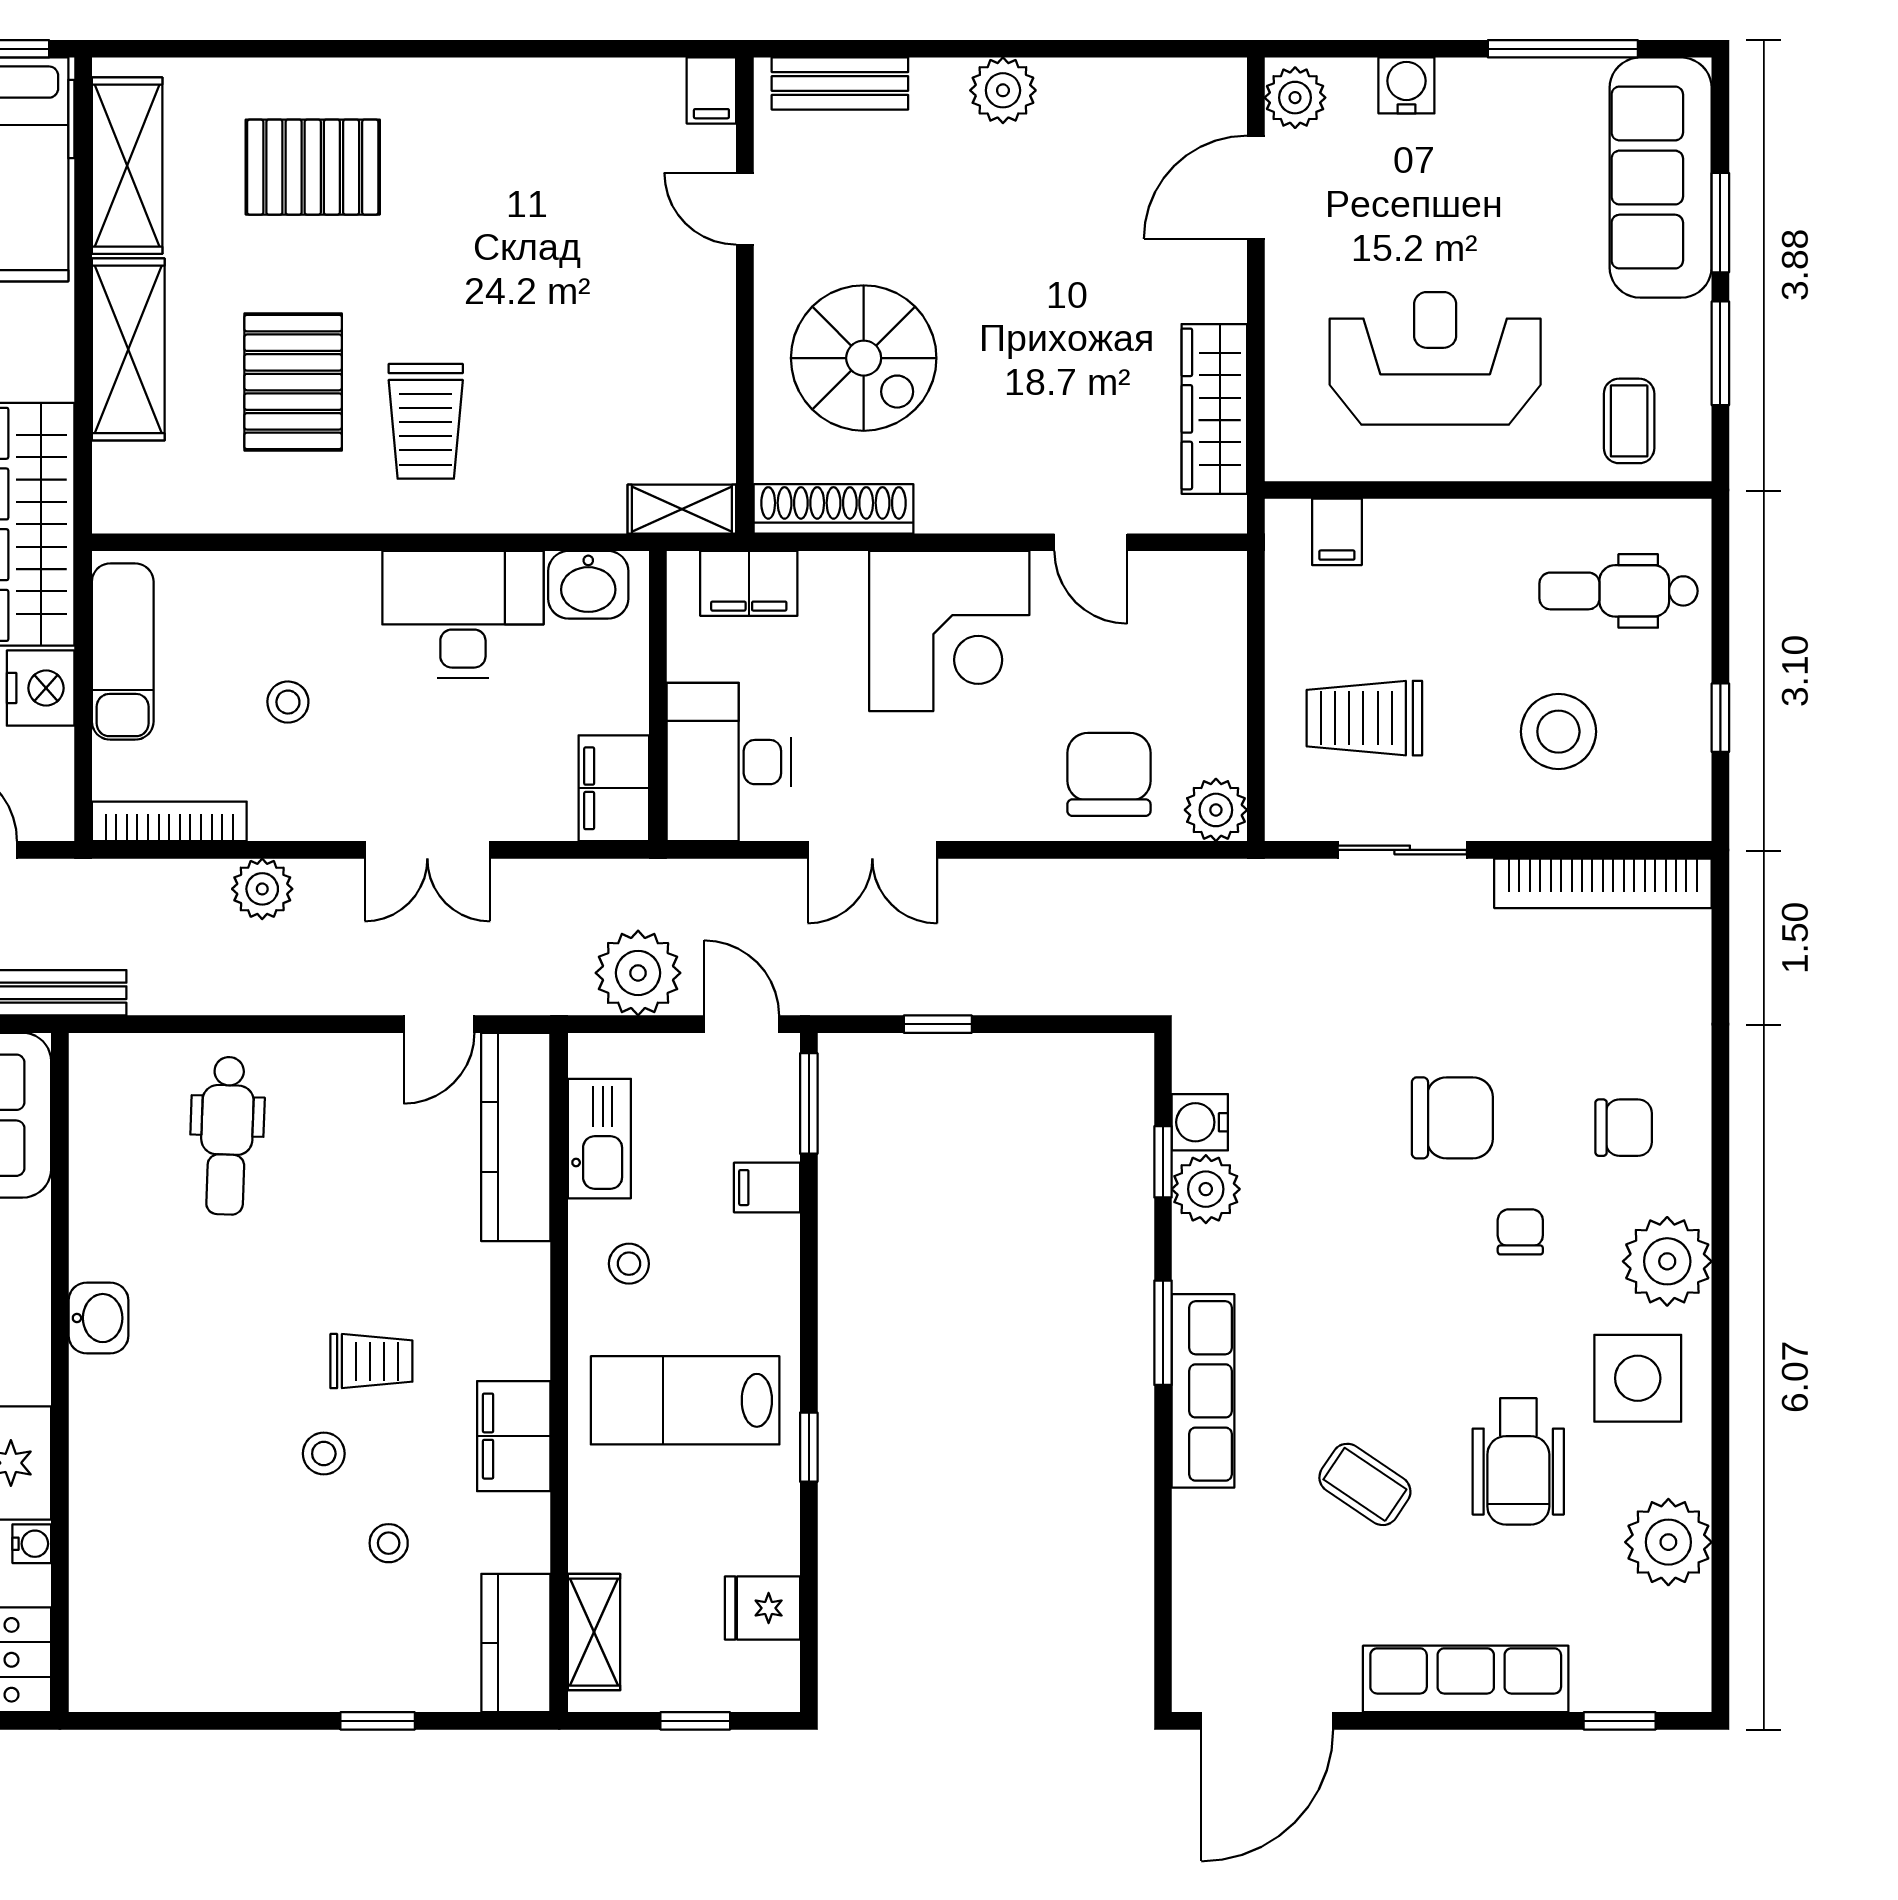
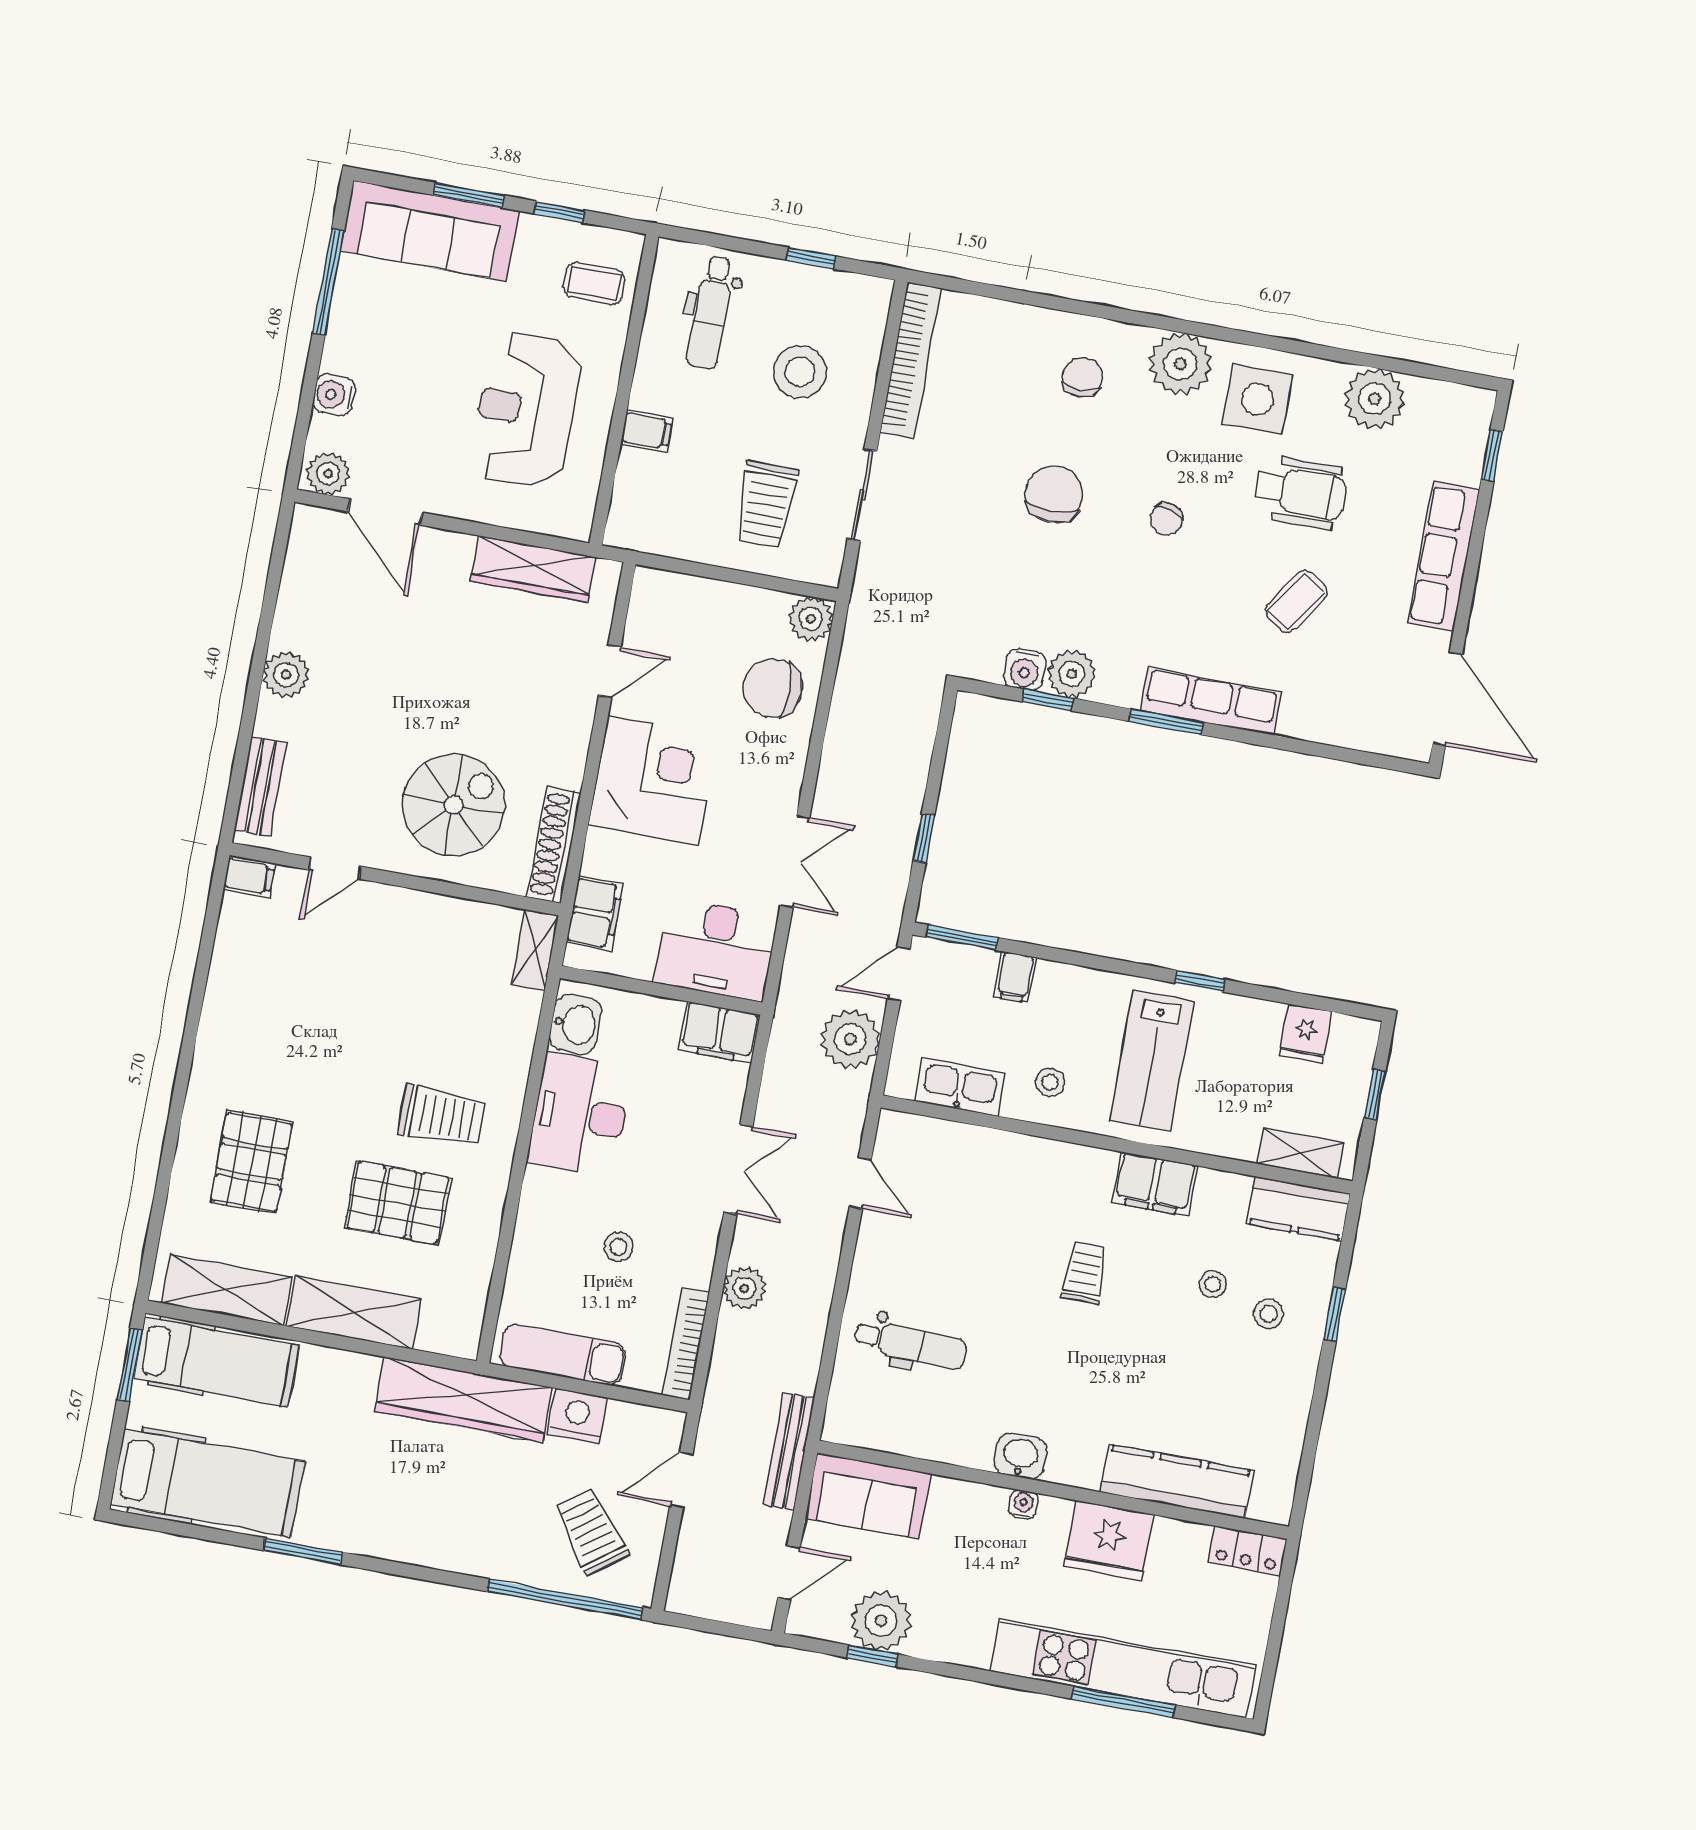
window: (1720, 353) -> (559, 212), width x0.67
filing cabinet: (1337, 532) -> (646, 431), moved
kitchen counter: (516, 1137) -> (1177, 1481), moved, turned 180
chair: (1520, 1232) -> (1166, 519), moved, turned -75
stool: (324, 1454) -> (1268, 1314), moved
water cooler: (32, 1544) -> (1023, 1504), moved

